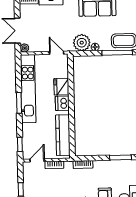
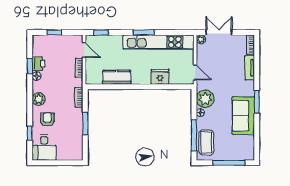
door: (57, 53) -> (195, 73), hinge flipped
dishwasher: (62, 103) -> (143, 77), removed
kitchen counter: (63, 135) -> (117, 77), width x0.67
window: (121, 157) -> (85, 124), moved

